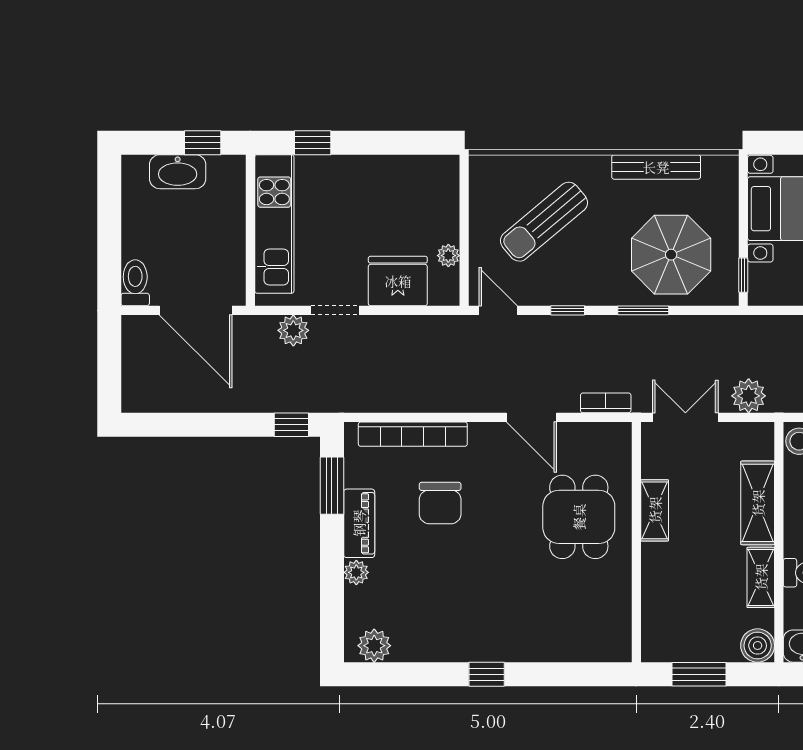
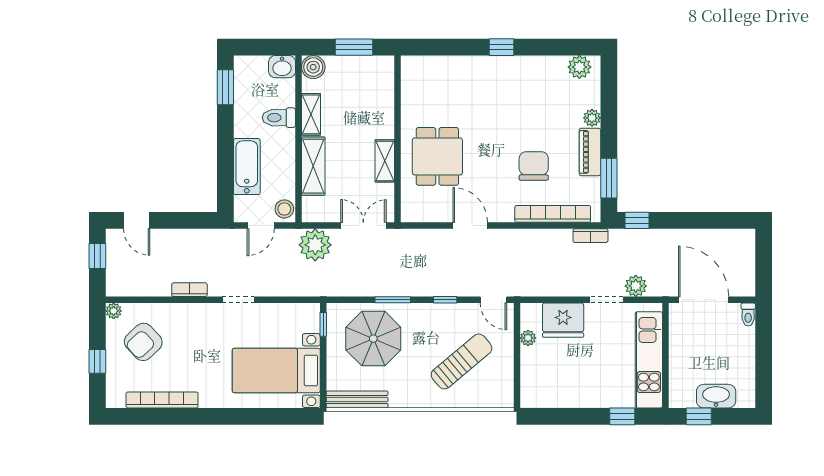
bench: (656, 167) -> (357, 399), moved
toilet: (135, 283) -> (748, 314), width x0.73, depth x0.72
plant: (749, 396) -> (315, 245), width x1.36, depth x1.36
bookcase: (606, 403) -> (590, 236), moved
double door: (685, 417) -> (363, 226), swing flipped

